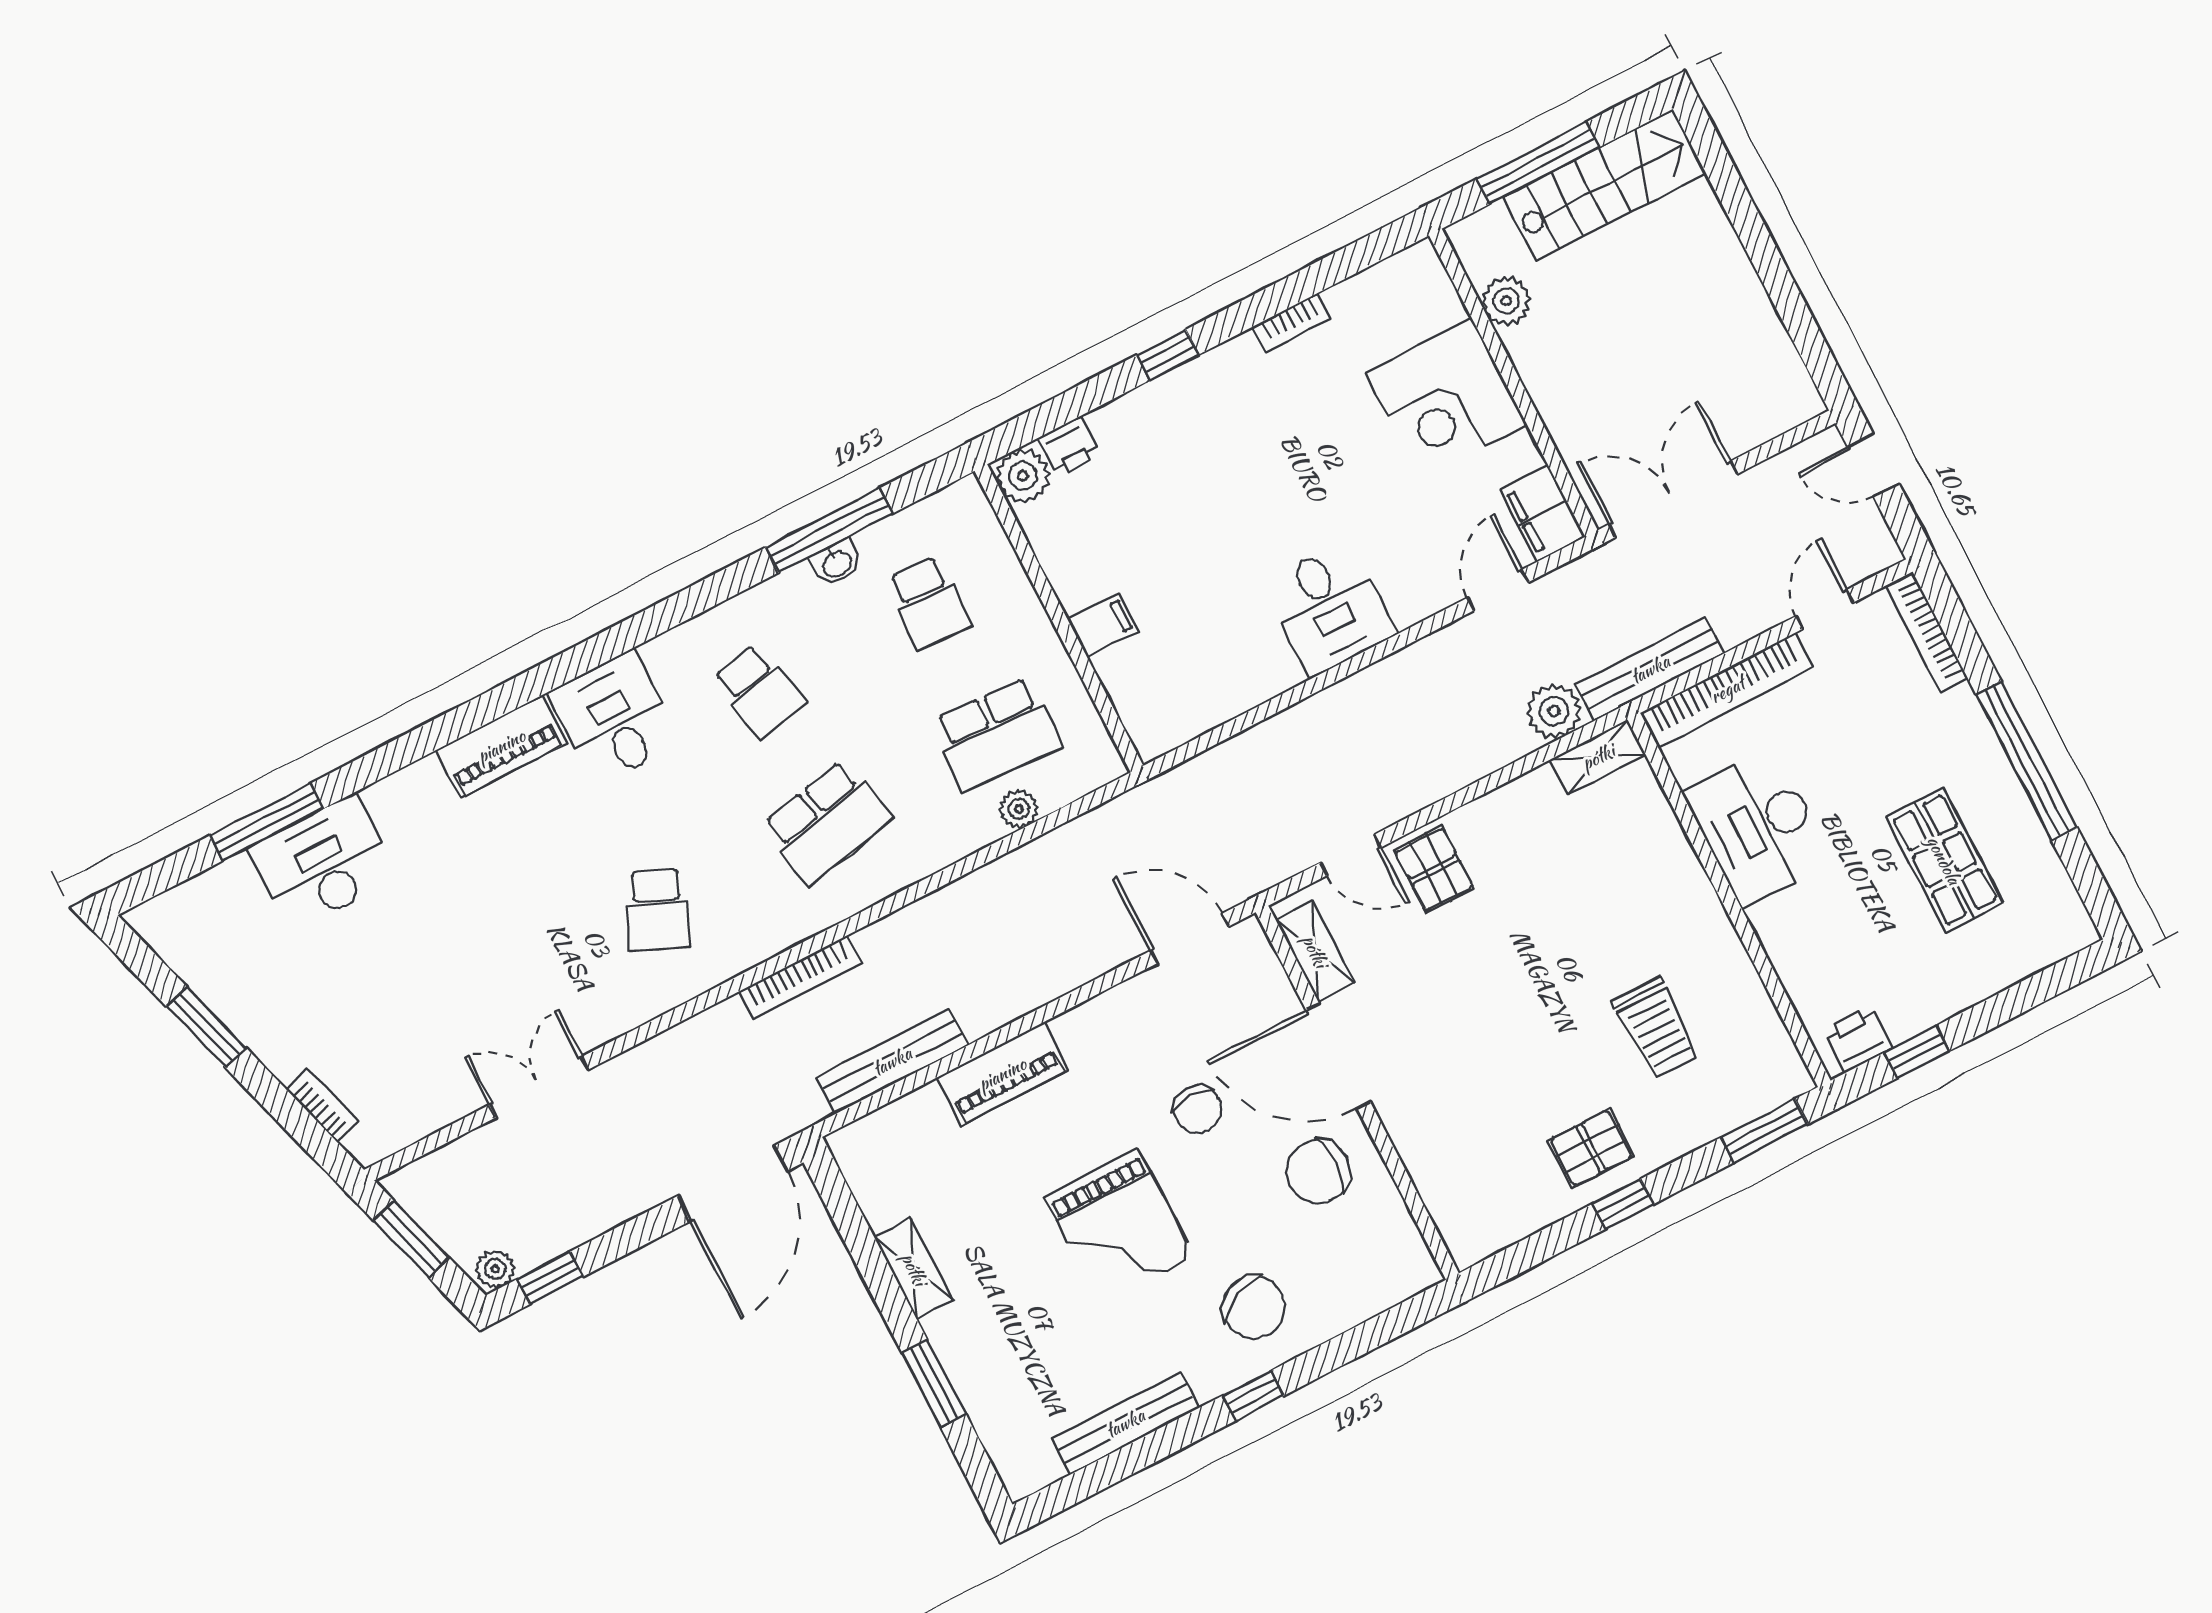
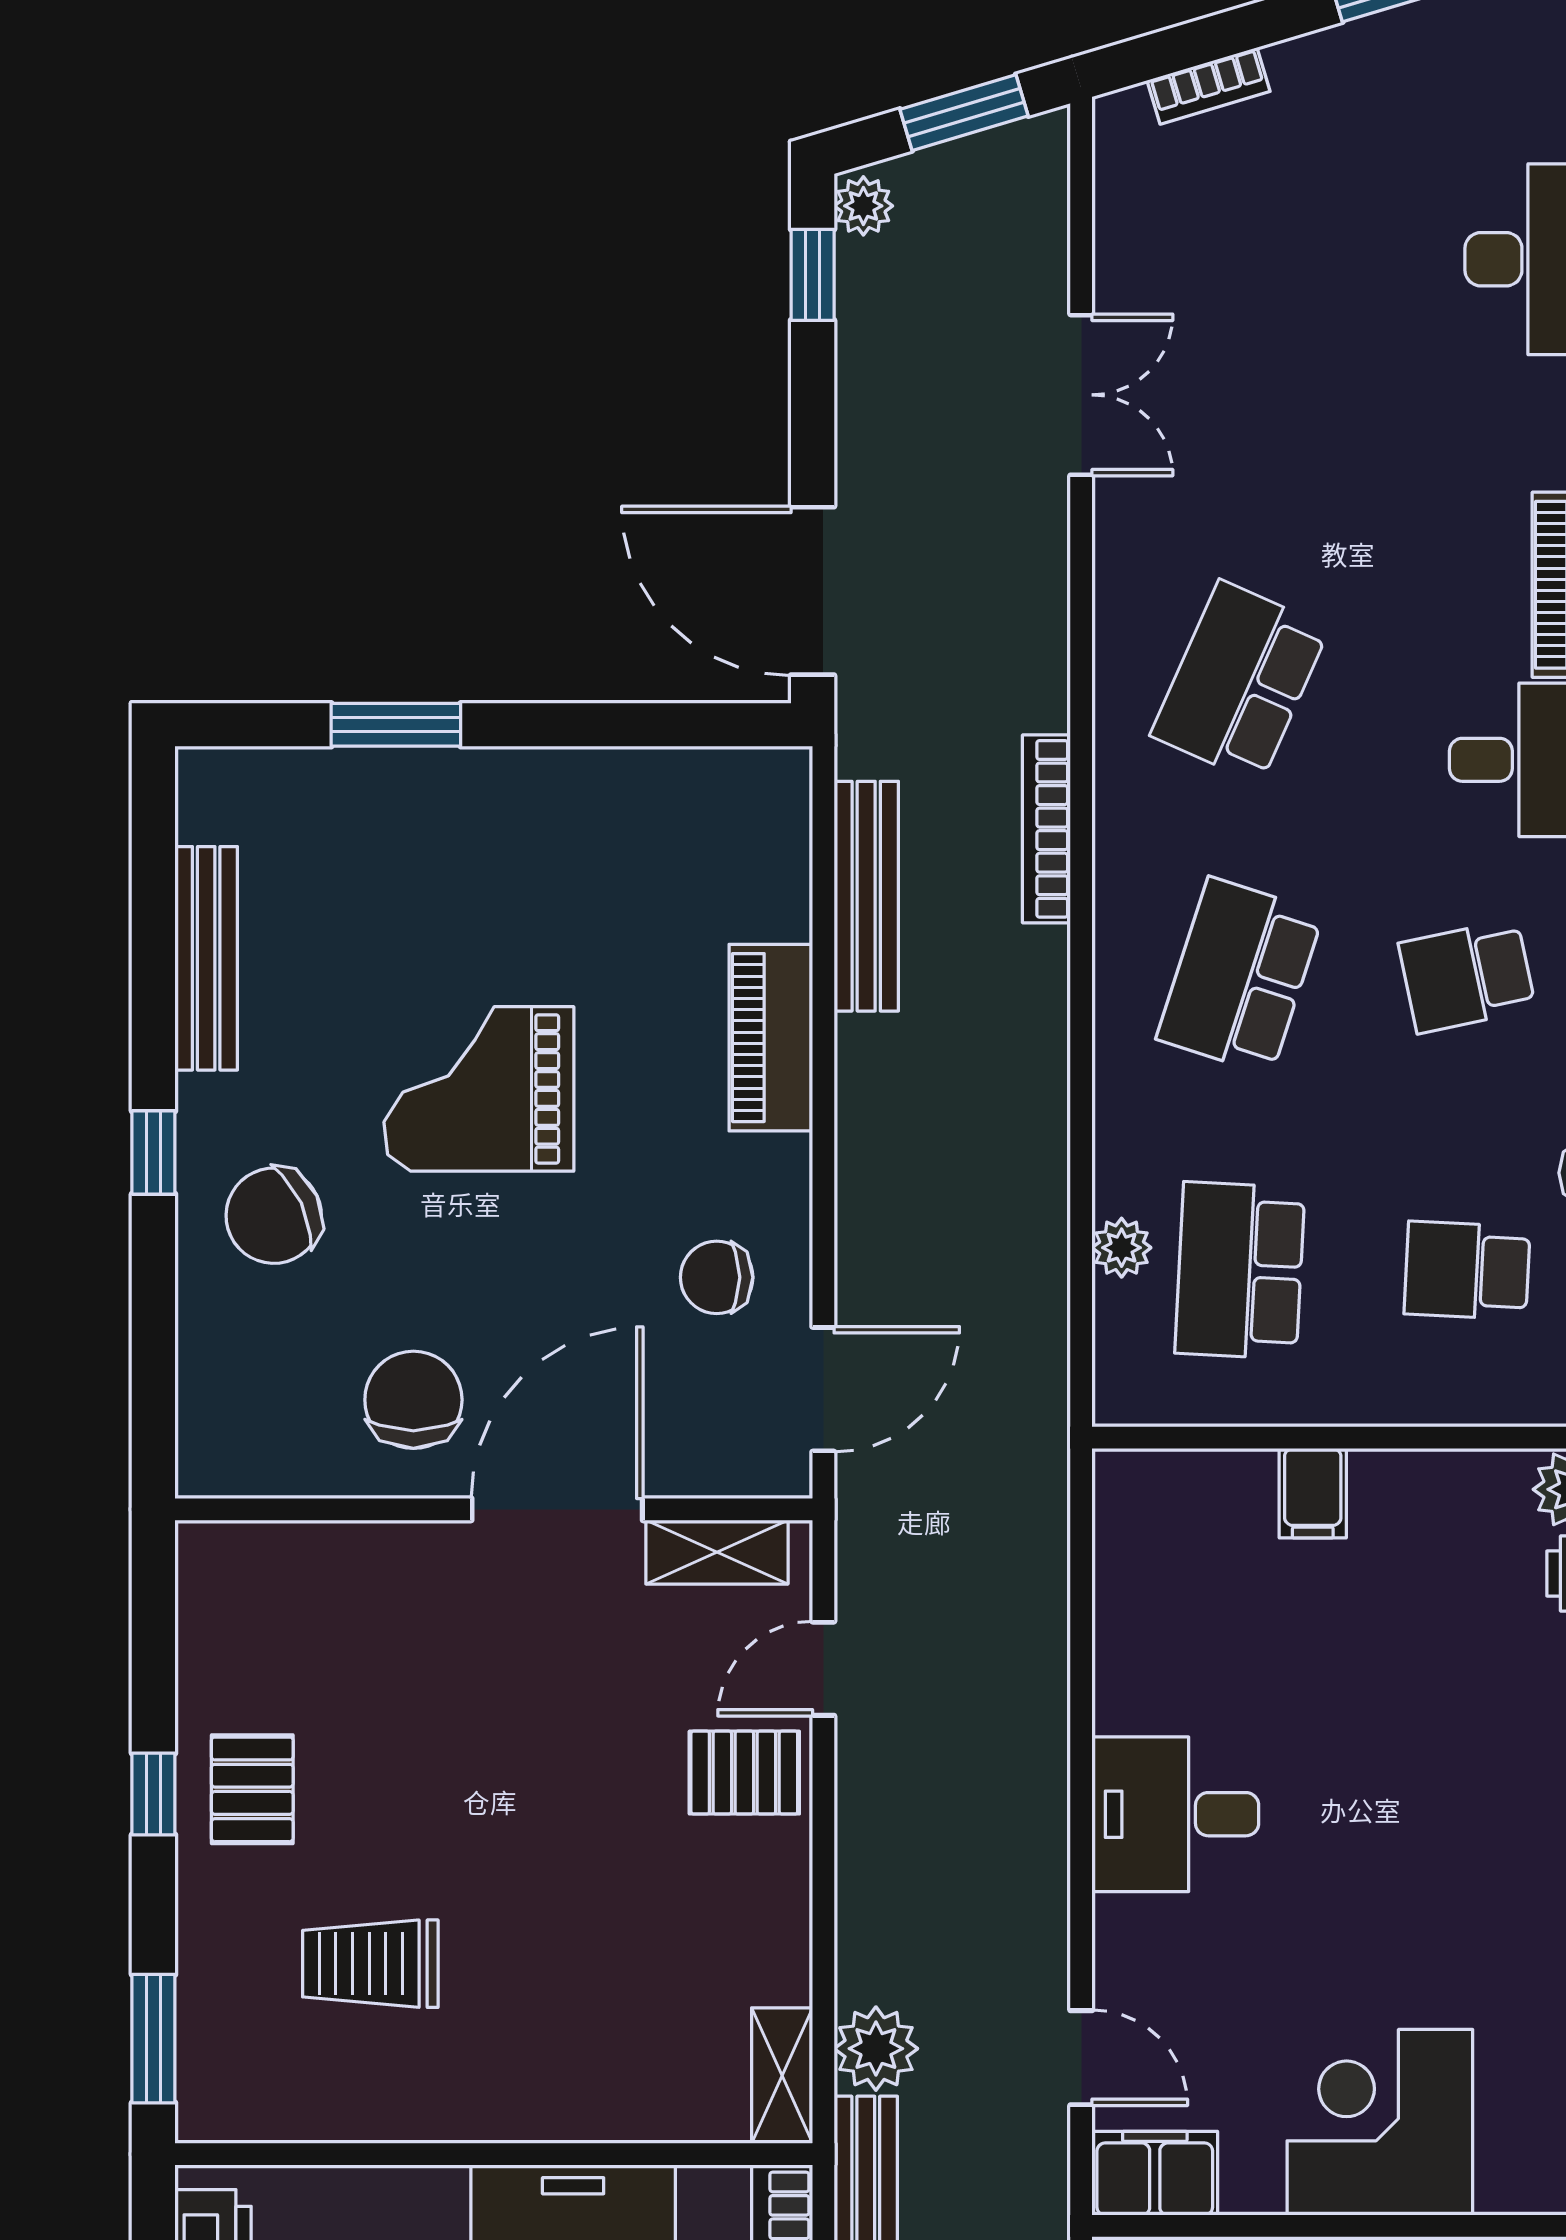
school desk: (827, 822) -> (1240, 976), turned 30
school desk: (657, 910) -> (1240, 682), width x1.85
chair: (1198, 1109) -> (717, 1277), moved
shelving: (914, 1269) -> (568, 778), removed

